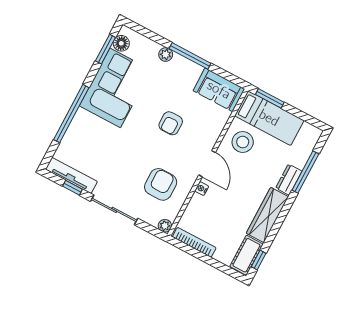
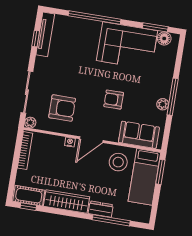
plant: (166, 55) -> (163, 104), moved
sofa: (219, 90) -> (139, 135), moved, turned 90
sliding door: (114, 210) -> (27, 92), moved

